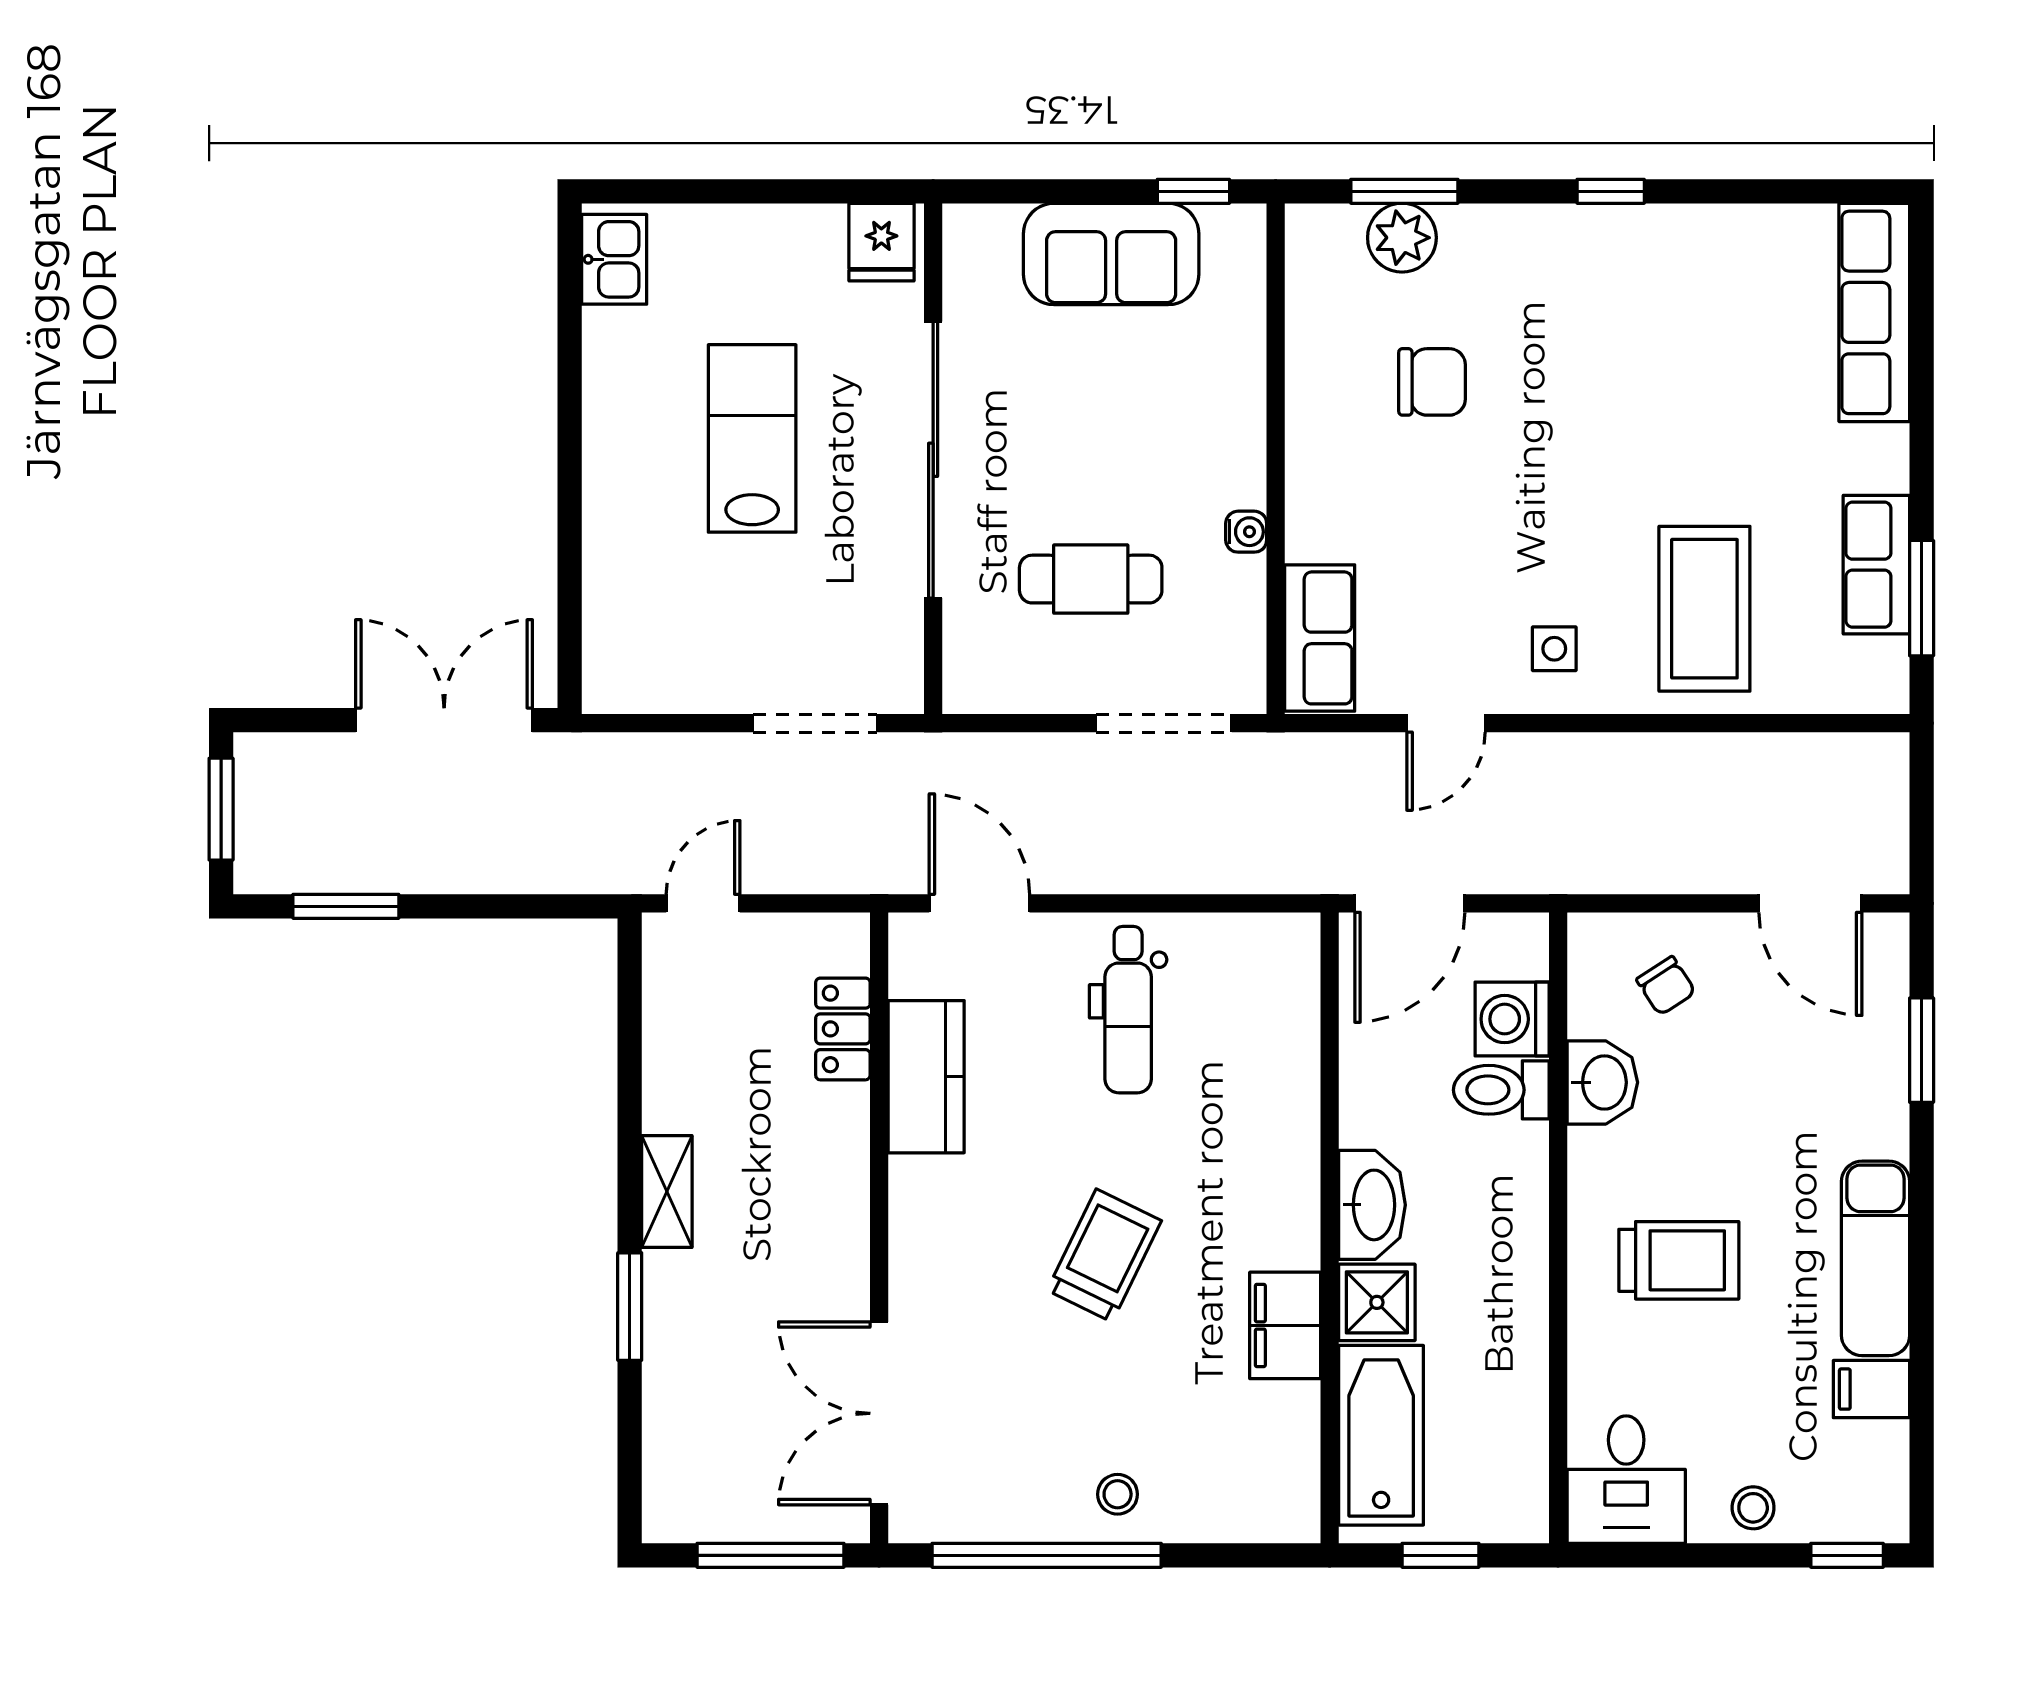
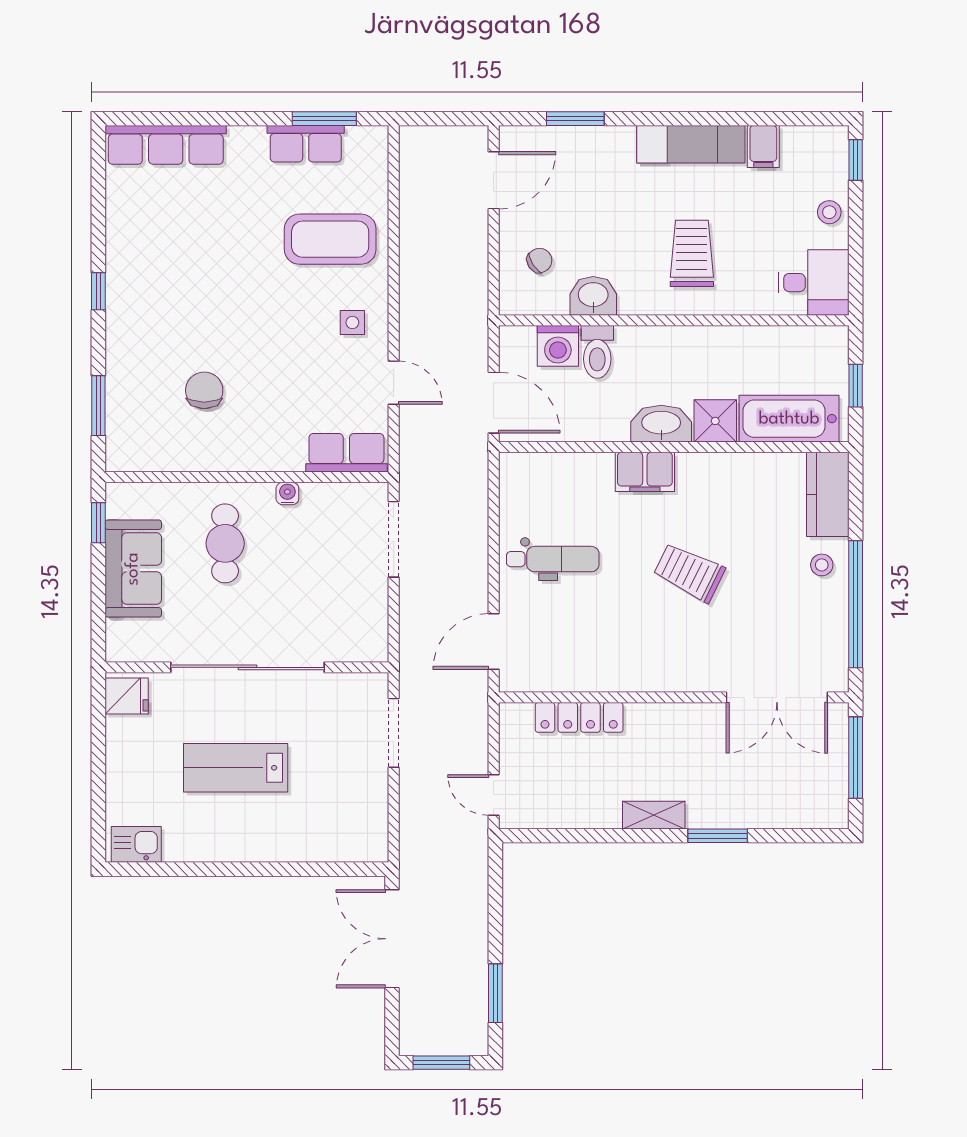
plant: (1402, 238) -> (124, 407), removed
cafe table: (1091, 579) -> (225, 543), moved
locker: (843, 1029) -> (579, 717), width x1.53
kitchen counter: (926, 1077) -> (828, 494), moved, turned -90
filing cabinet: (1285, 1325) -> (645, 472), moved

